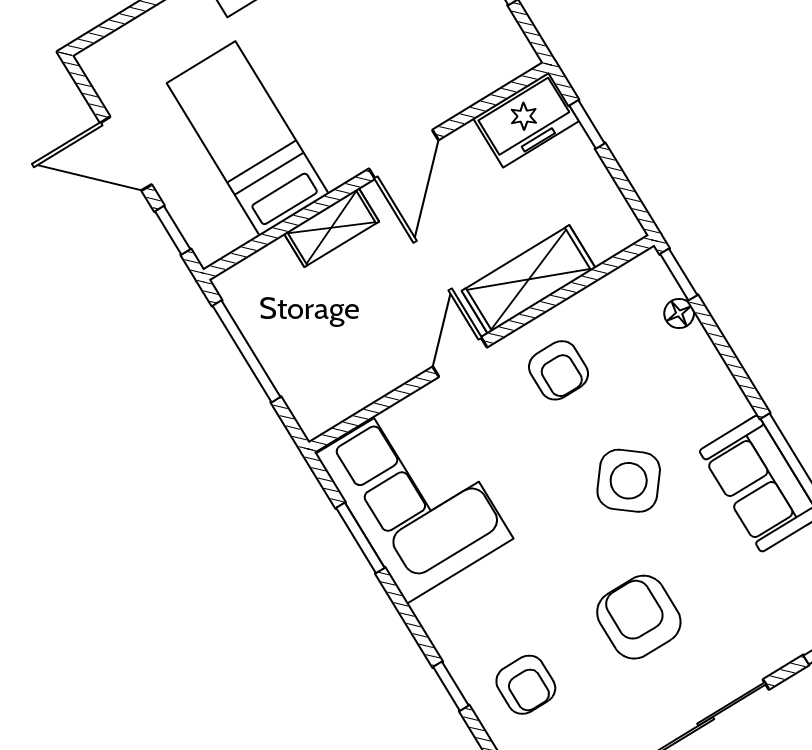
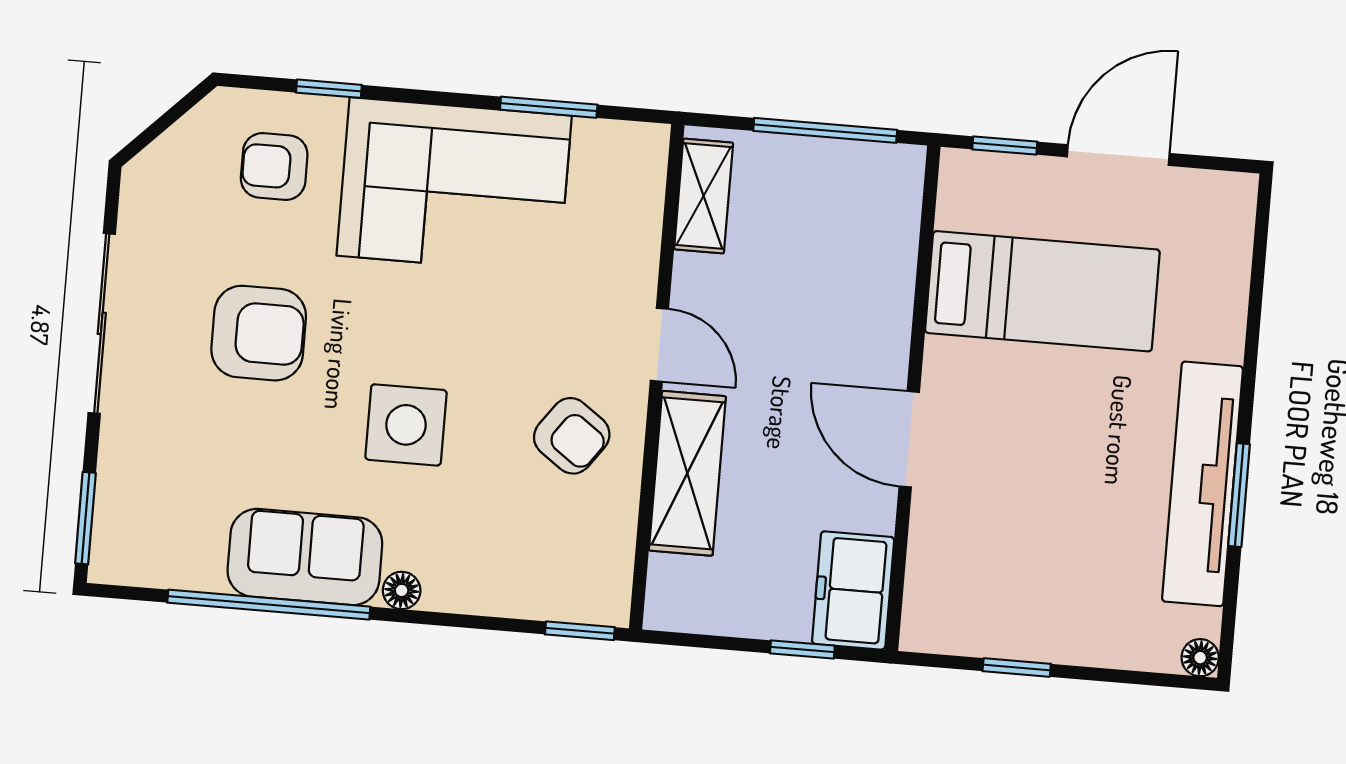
shelving: (332, 228) -> (704, 196), moved
floor lamp: (679, 313) -> (402, 590), moved
armchair: (559, 370) -> (572, 436), turned -144
side table: (629, 481) -> (406, 425), turned -38
corner sofa: (414, 496) -> (454, 186), moved

